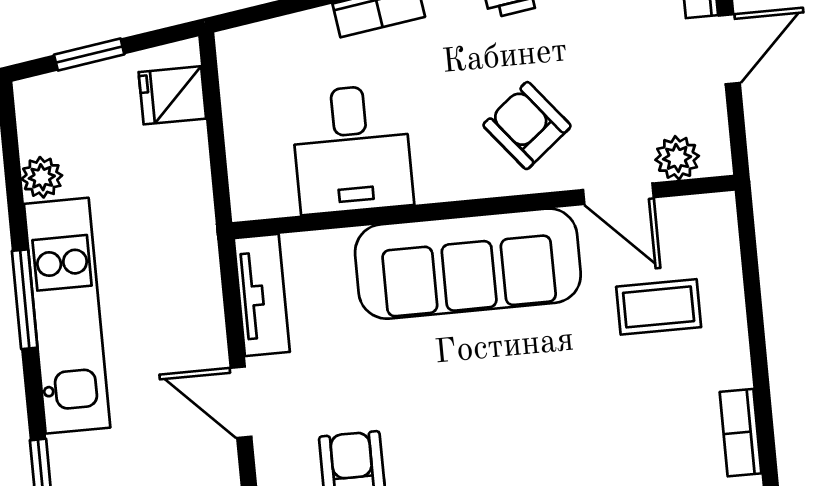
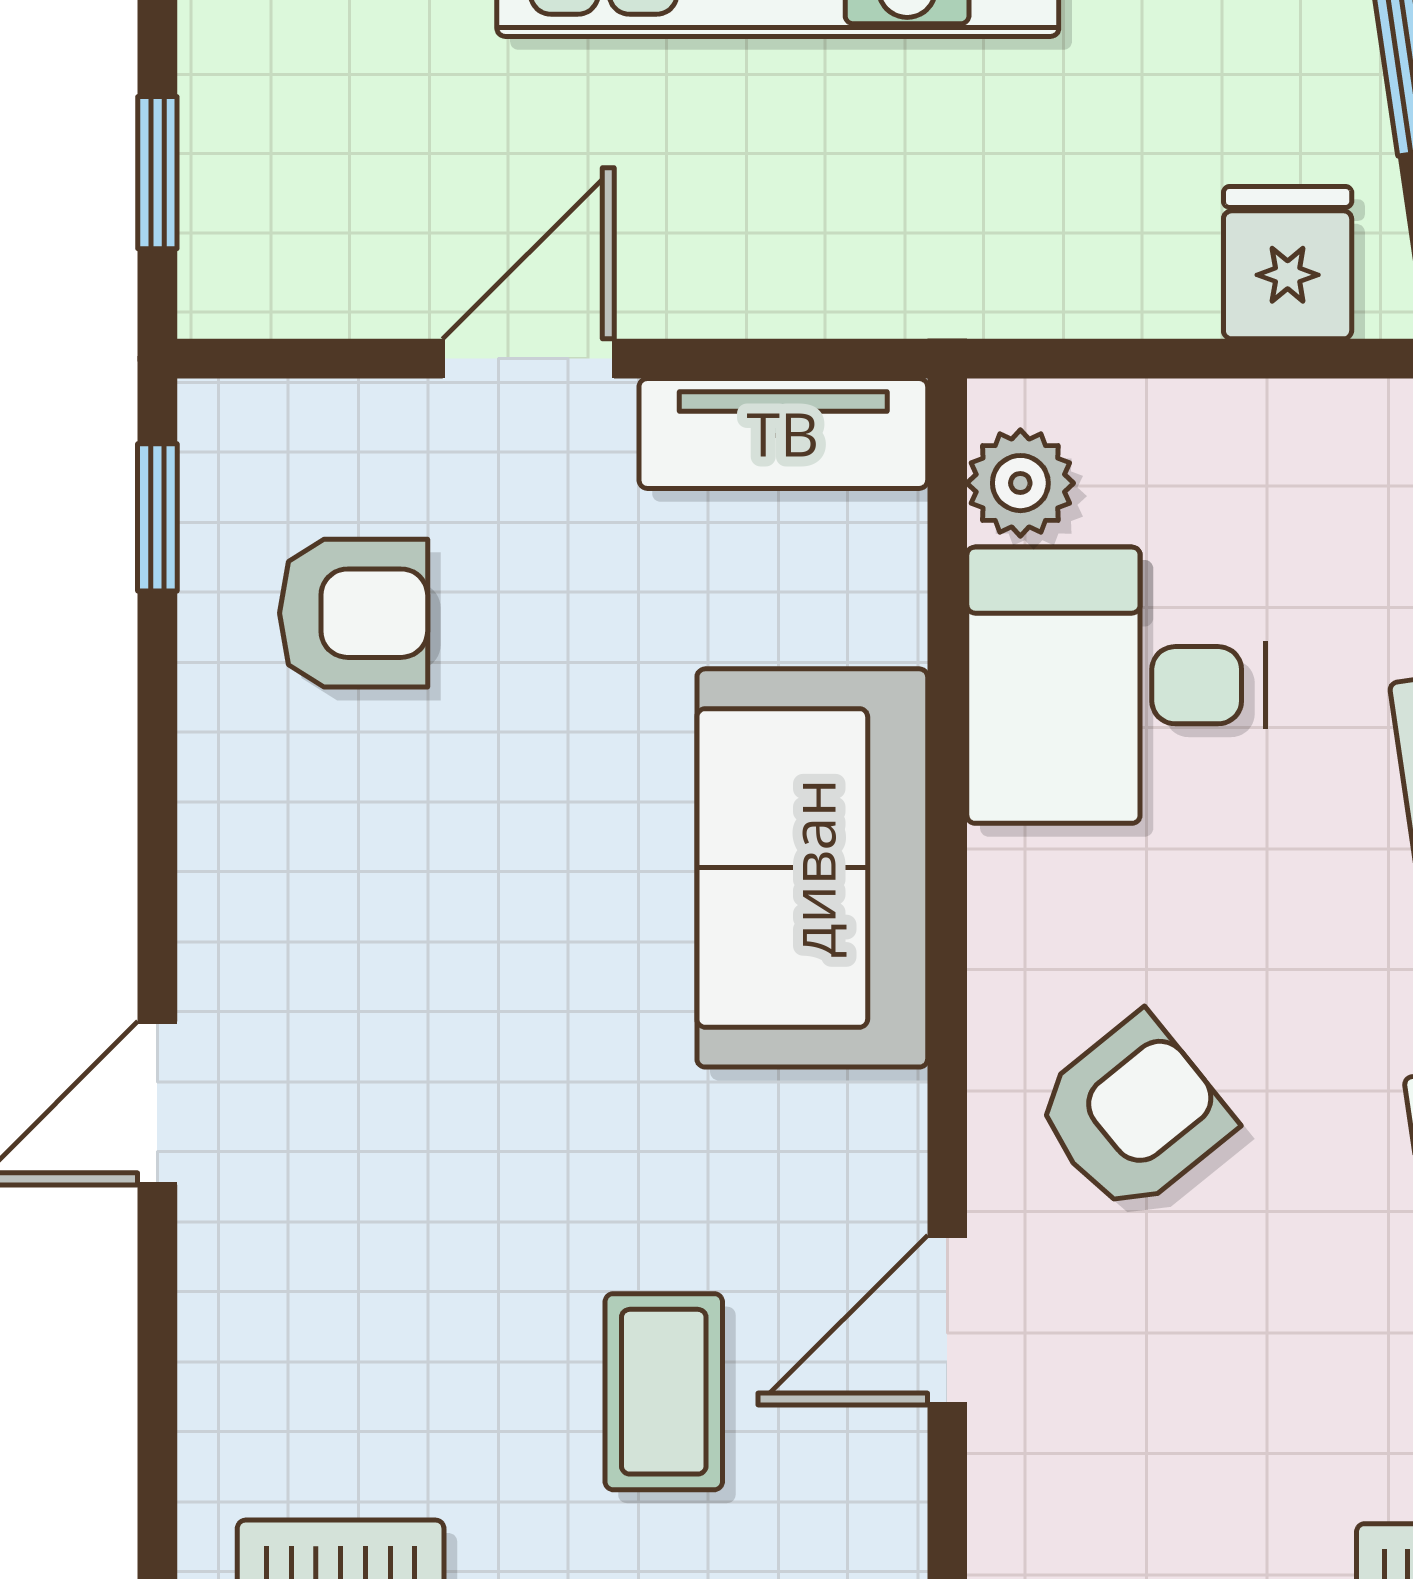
plant: (677, 158) -> (1020, 483), moved
sofa: (468, 264) -> (812, 868), width x0.73

